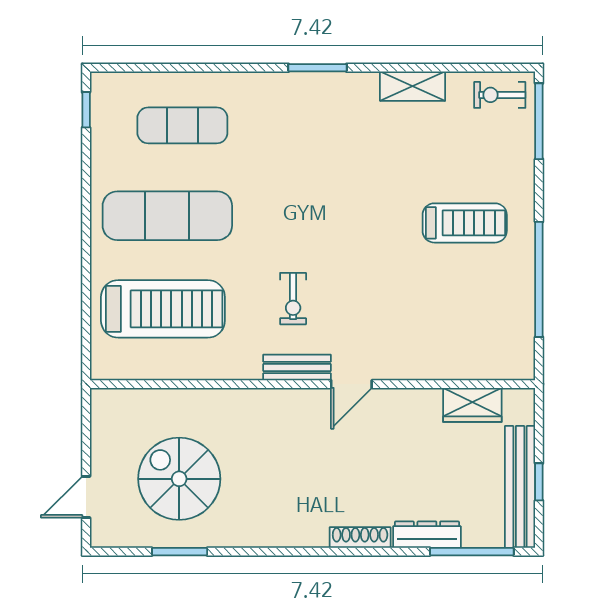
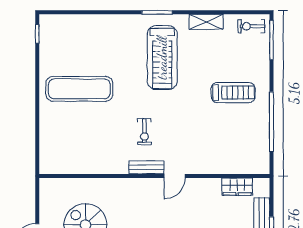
exercise mat: (182, 125) -> (87, 42), removed
treadmill: (163, 309) -> (162, 58), moved, turned 90

